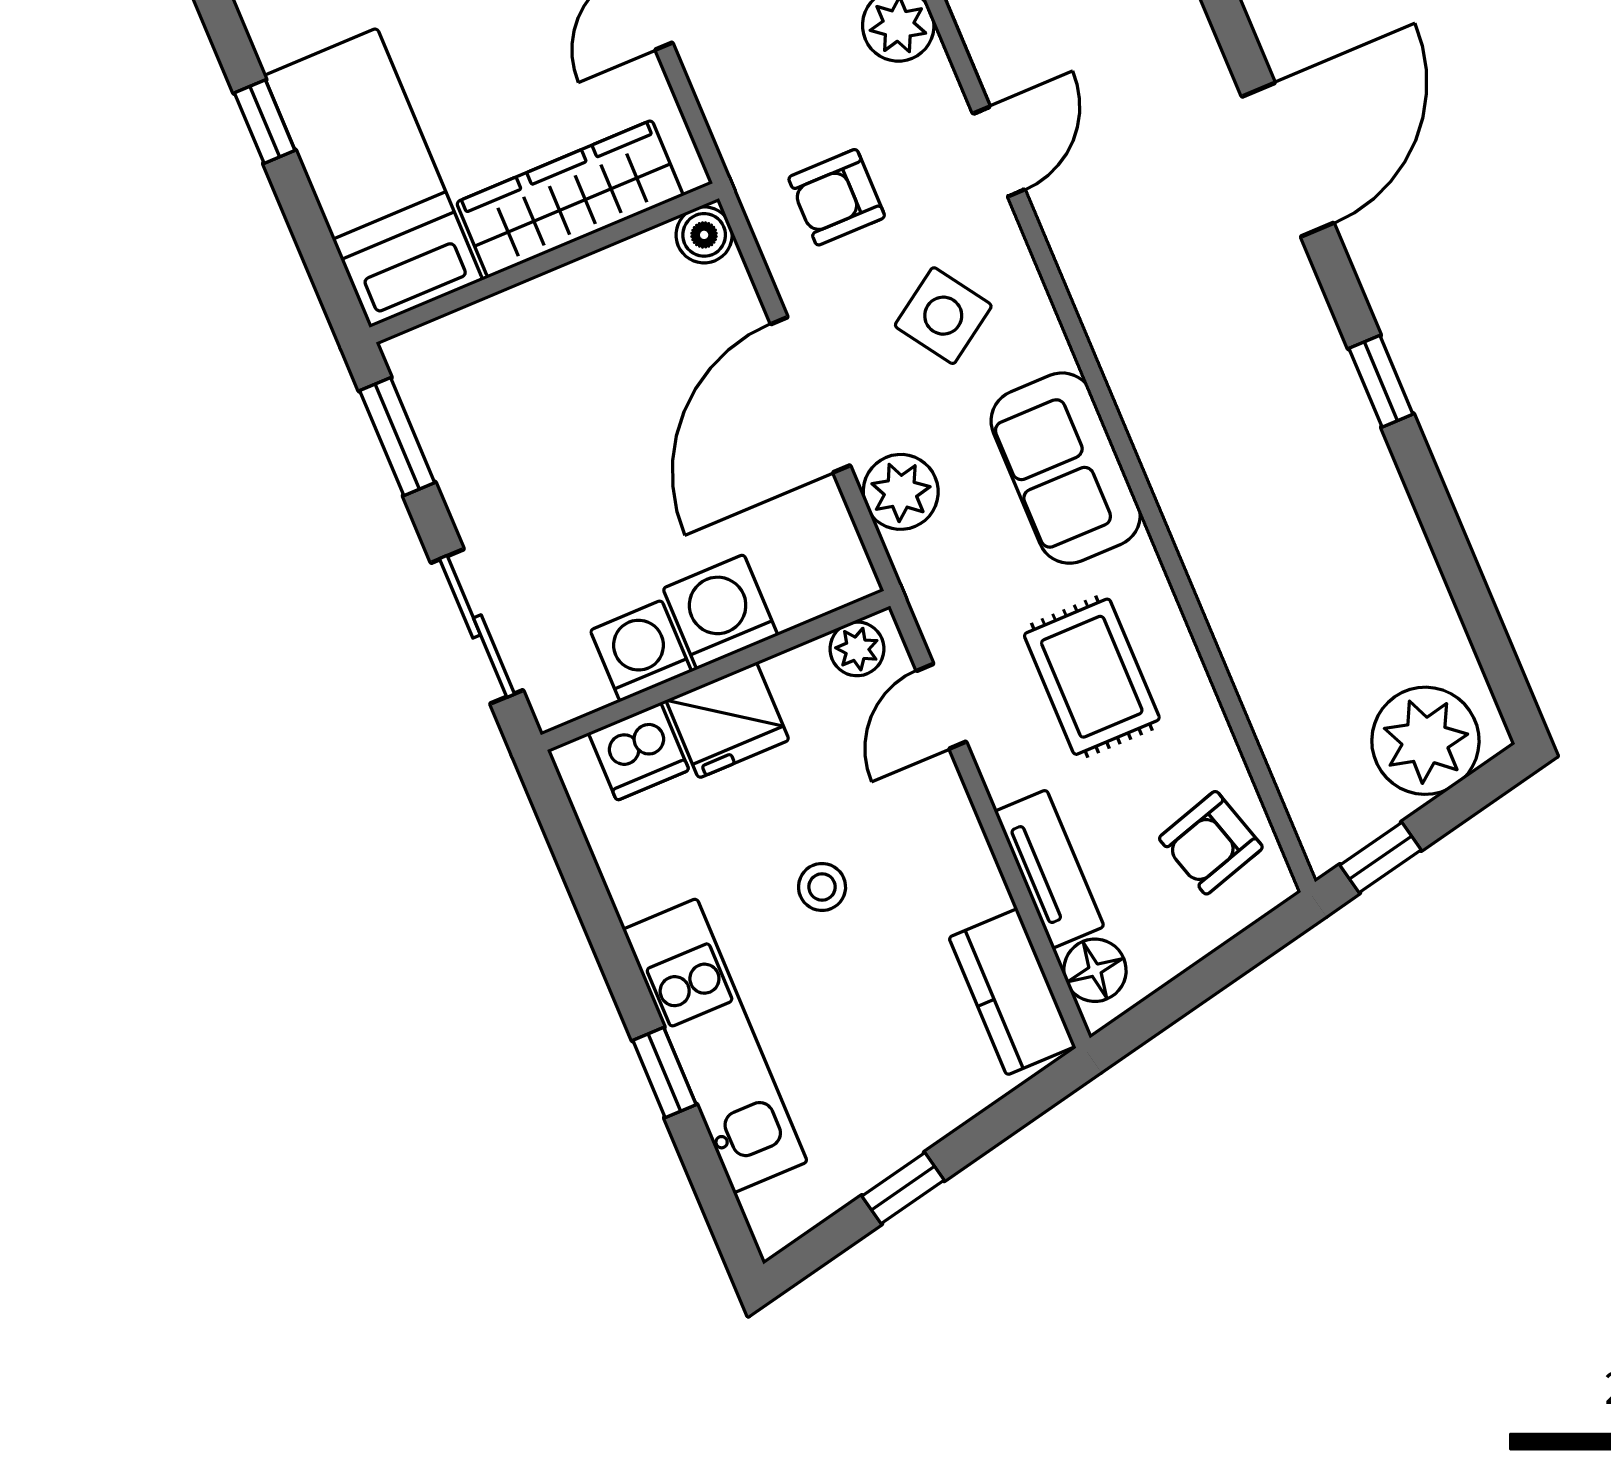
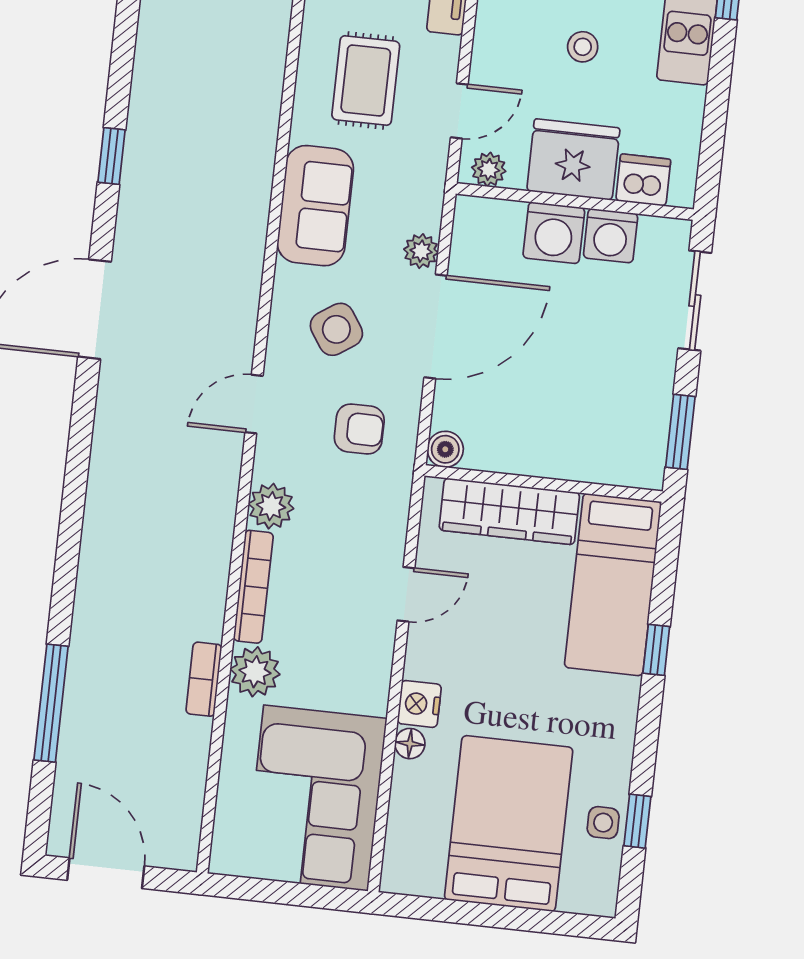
plant: (901, 492) -> (421, 251), width x0.73, depth x0.73
fridge: (727, 720) -> (573, 159), width x1.36, depth x1.34

